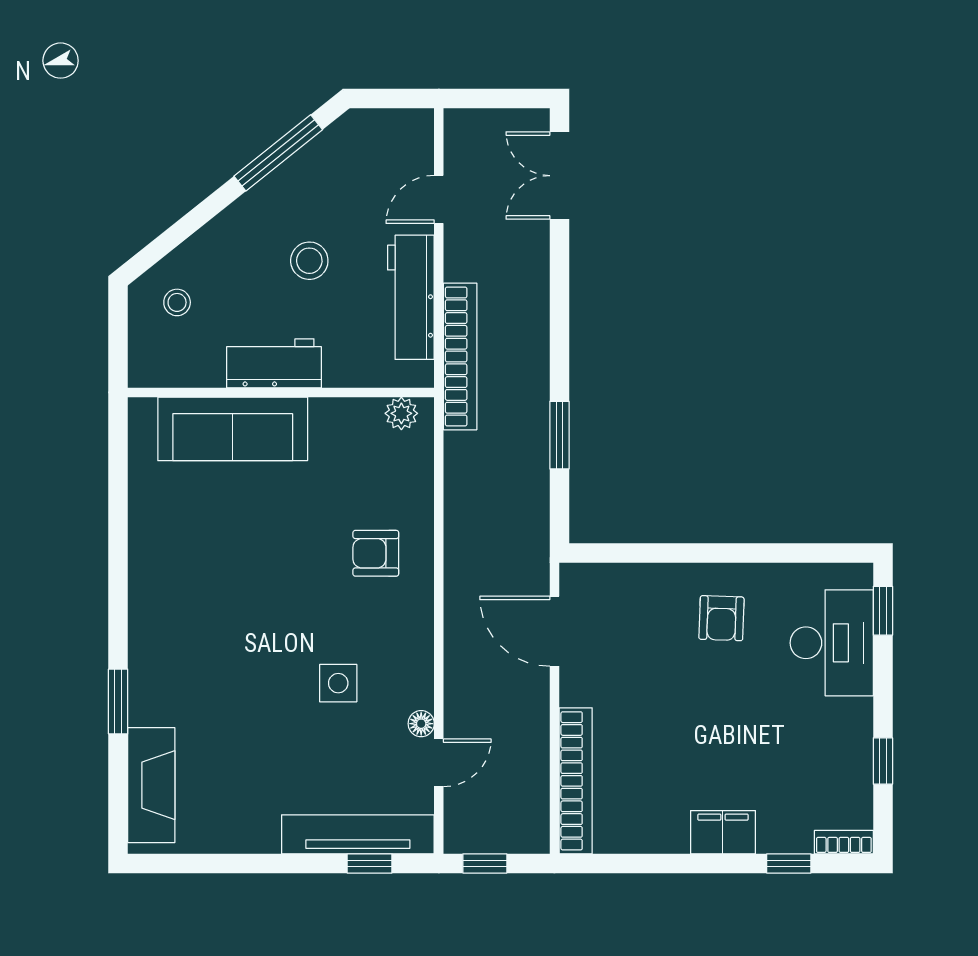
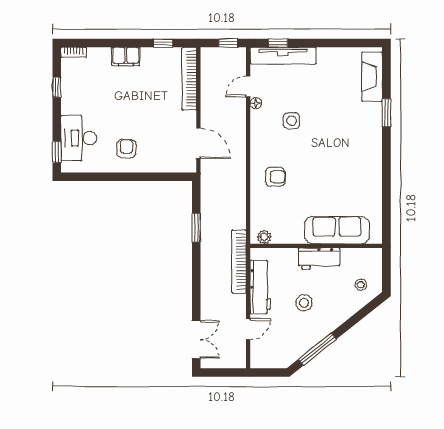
window: (789, 863) -> (163, 43), moved

